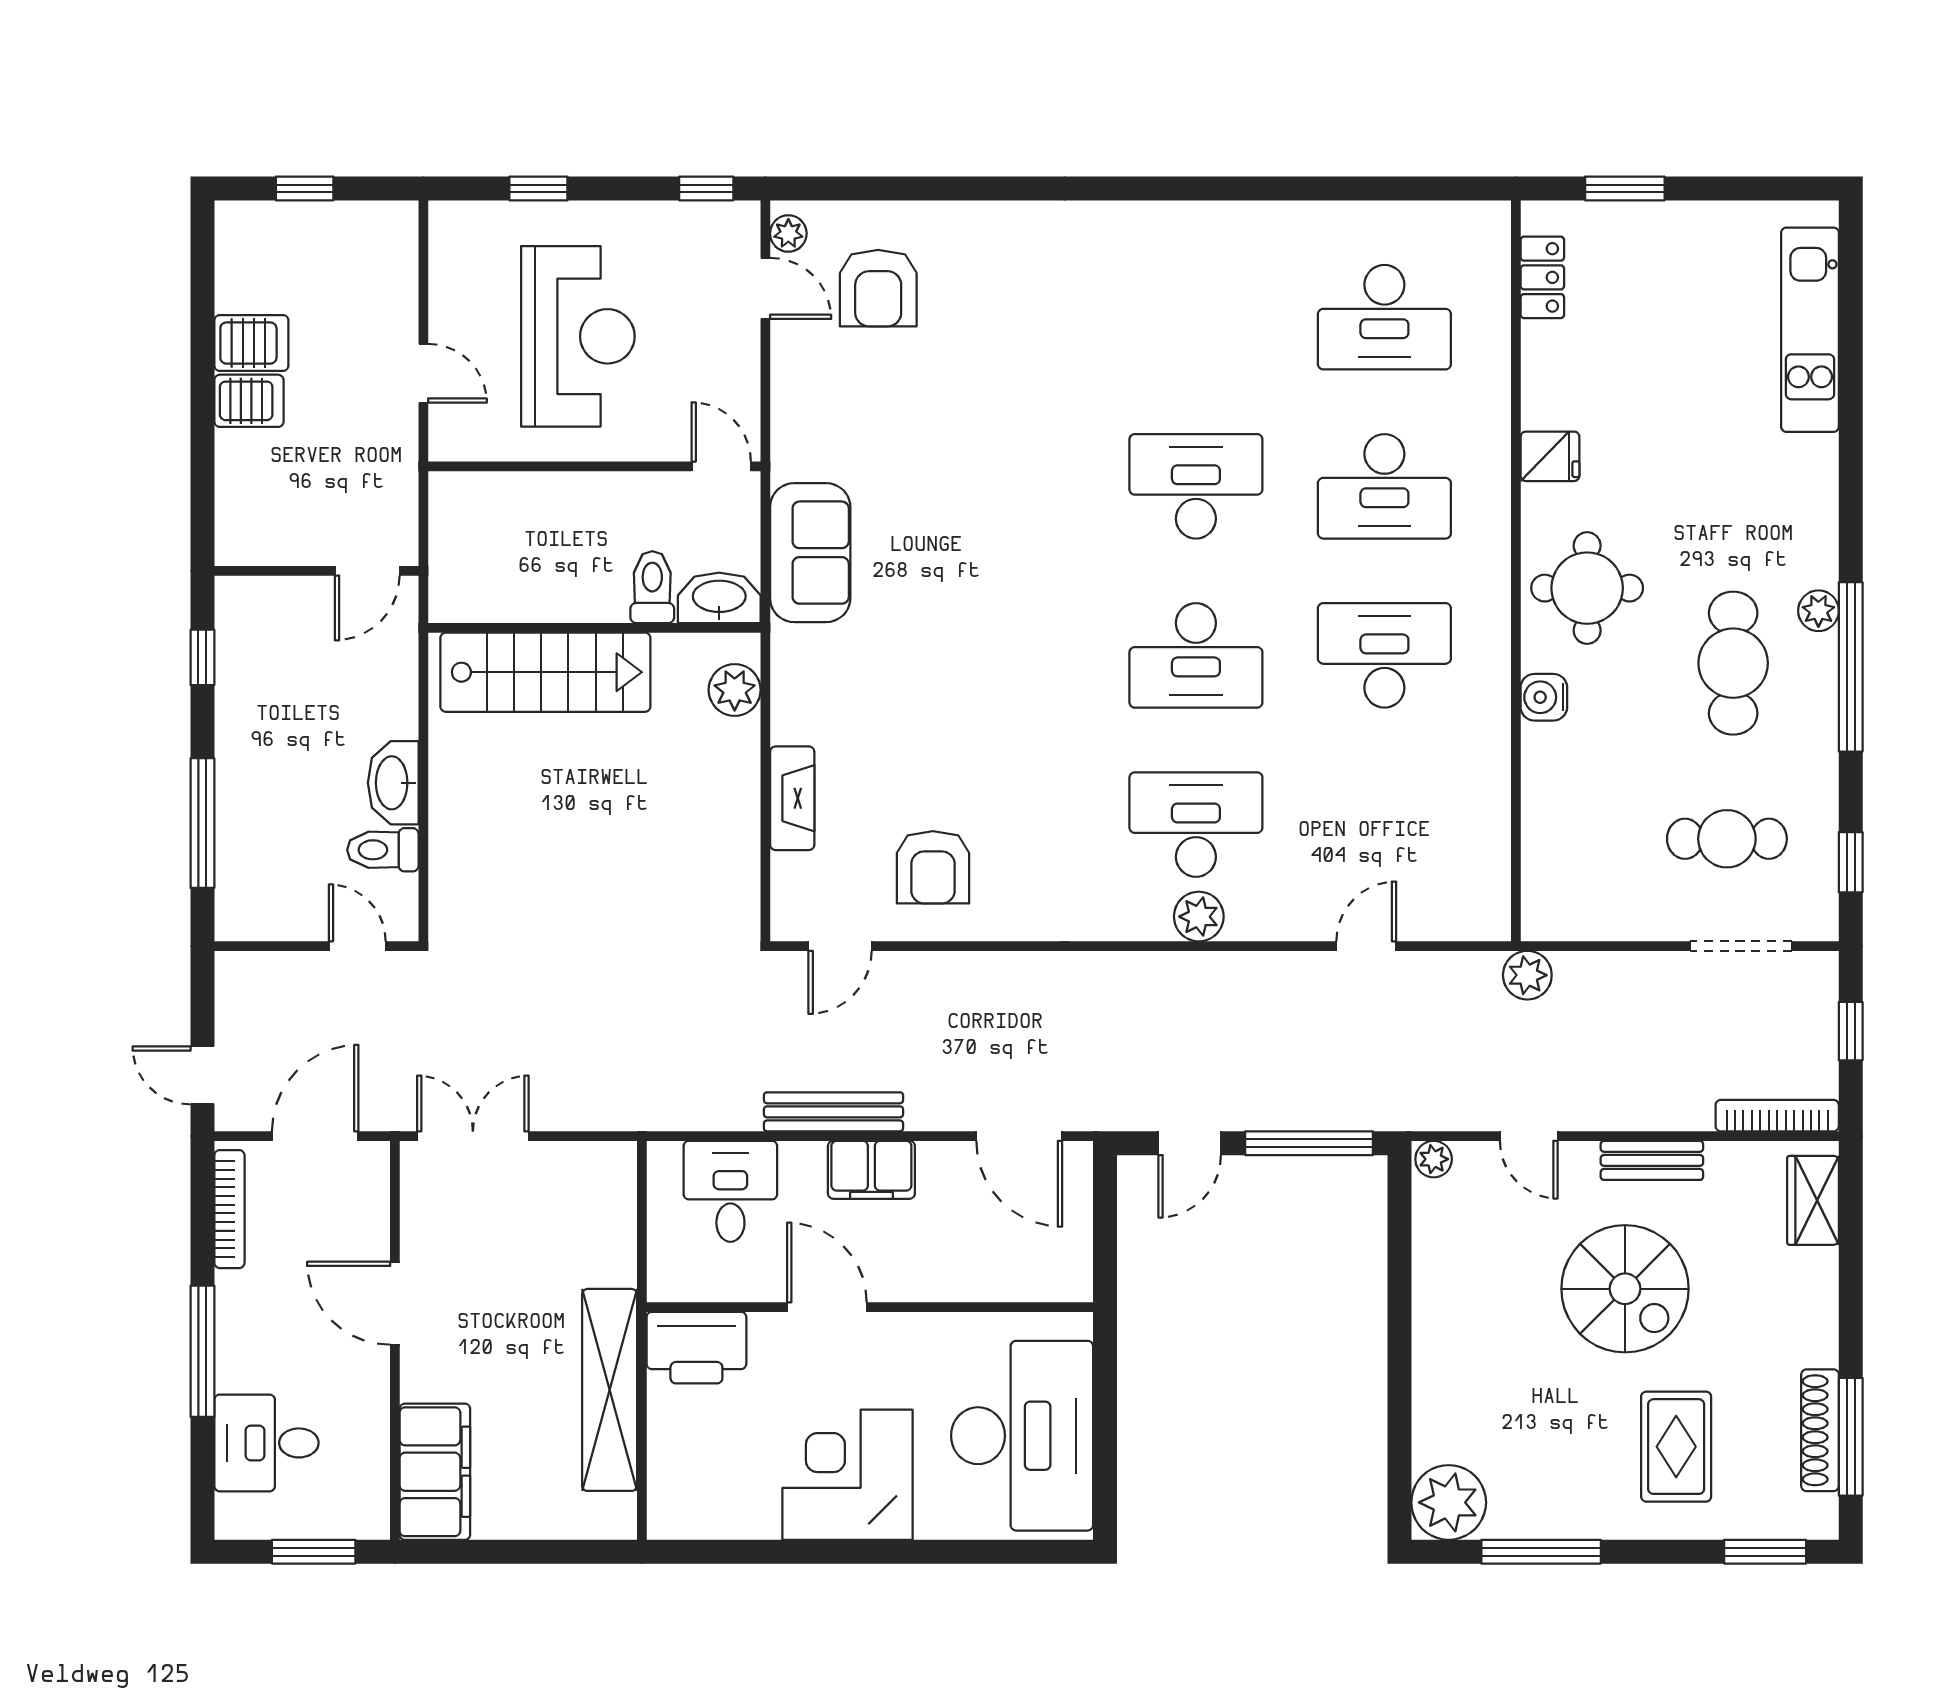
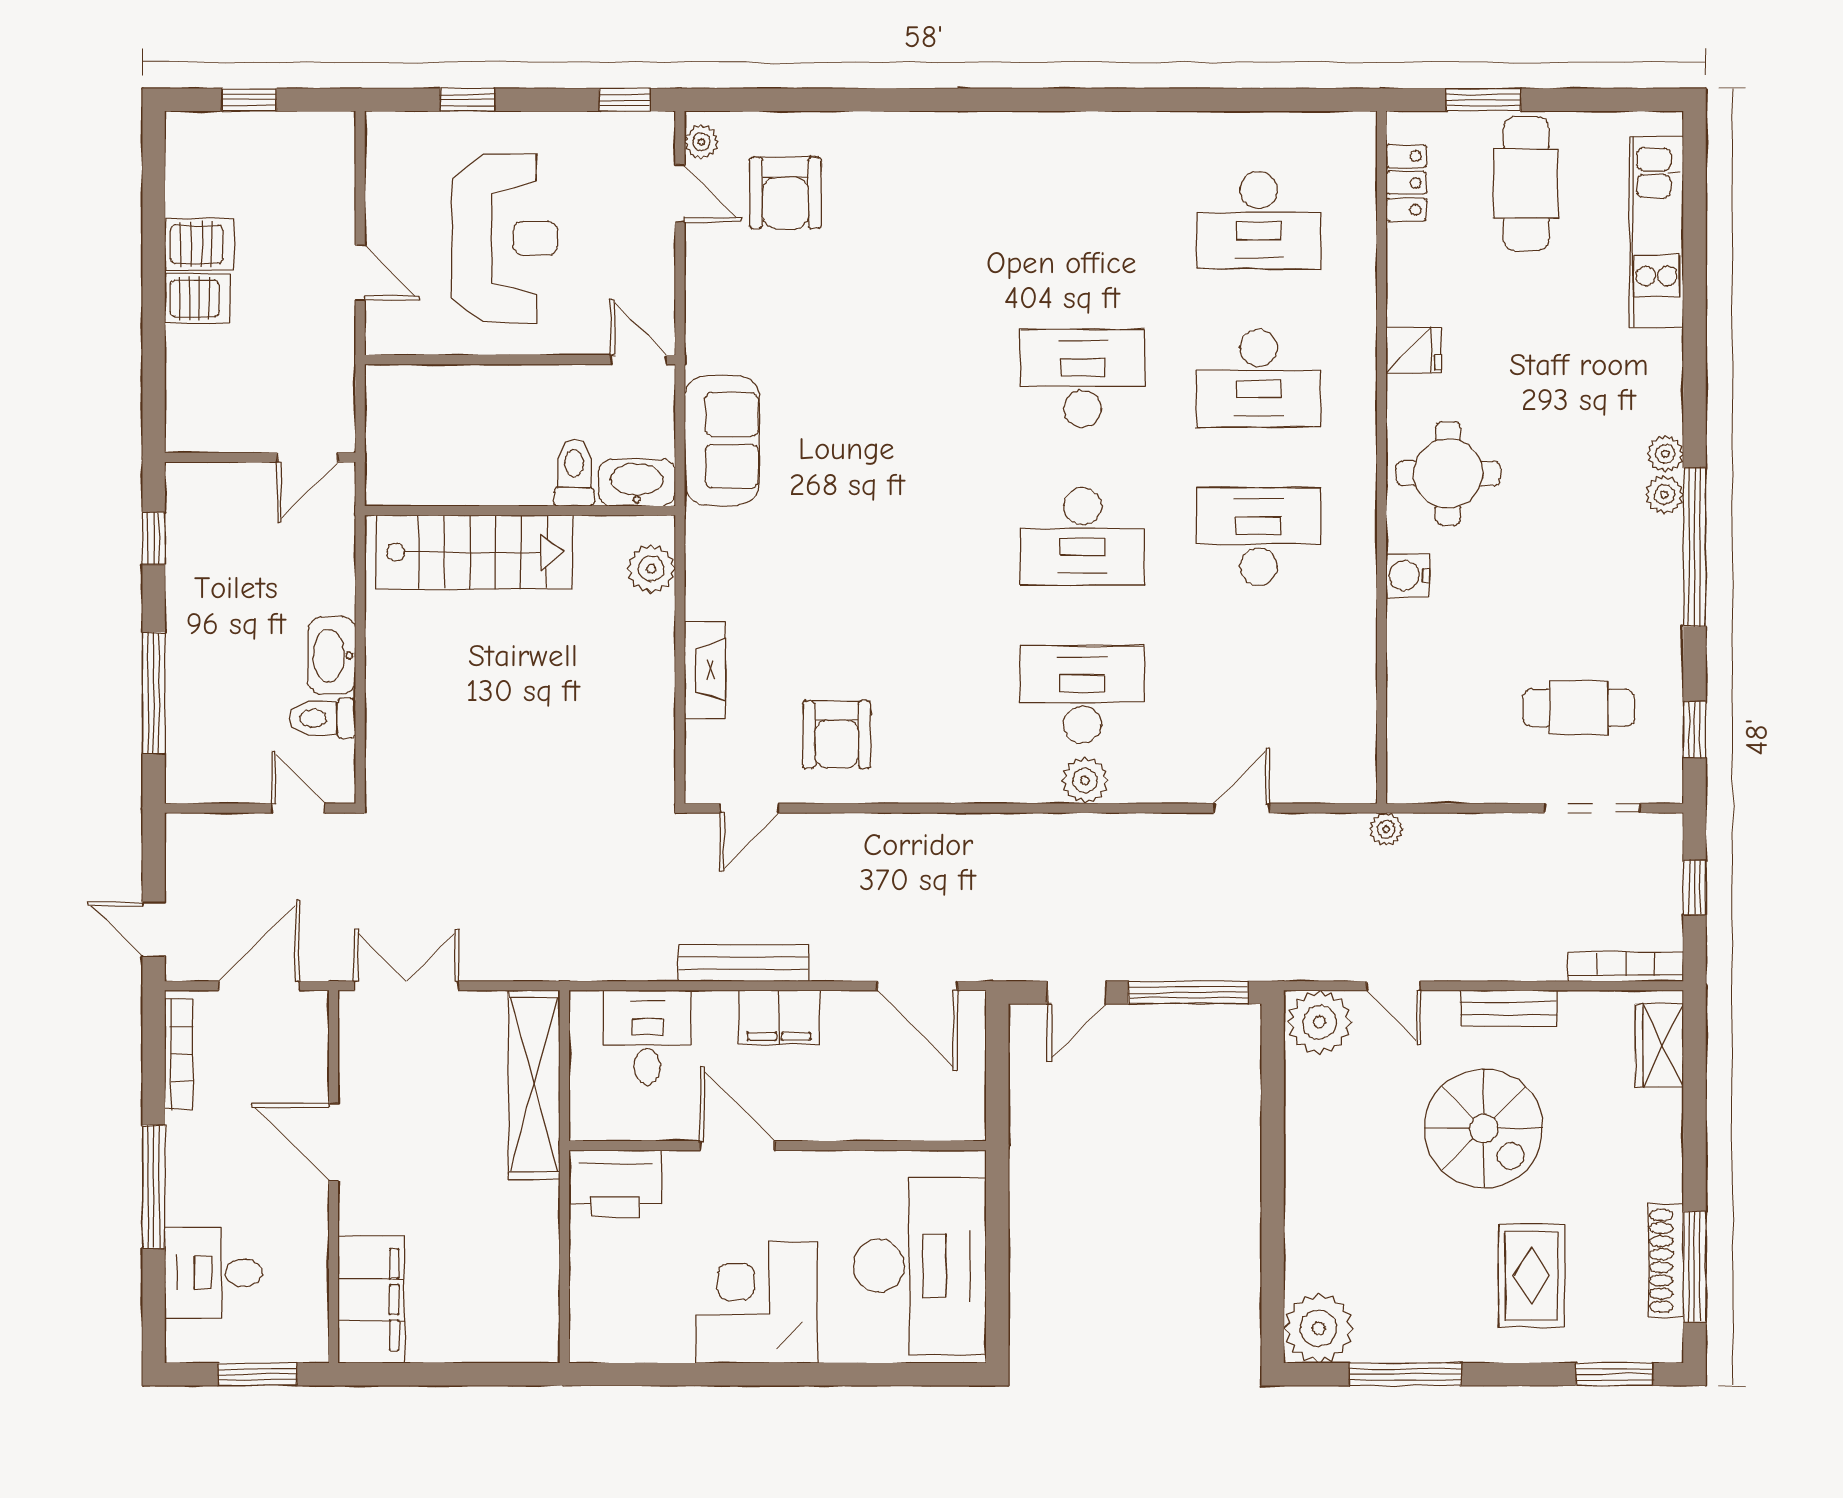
plant: (1819, 567) -> (1665, 454), added
cafe table: (1733, 663) -> (1526, 184), moved
plant: (1527, 975) -> (1386, 829), width x0.73, depth x0.73
plant: (1434, 1159) -> (1320, 1022), width x1.88, depth x1.88
shelving: (610, 1390) -> (534, 1085), moved

